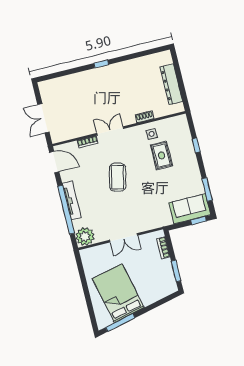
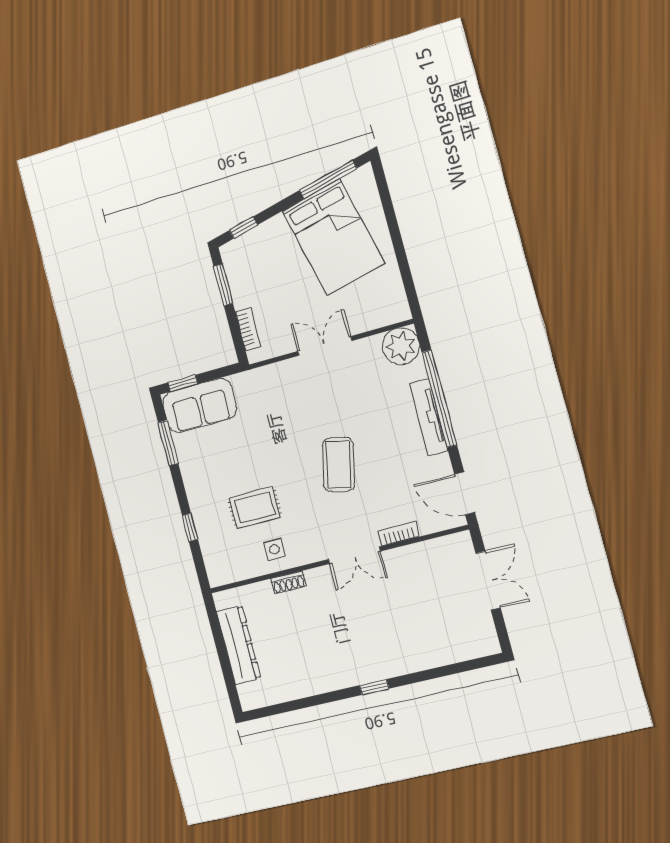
rug: (162, 155) -> (255, 508), turned 90
window: (165, 300) -> (244, 228), added

